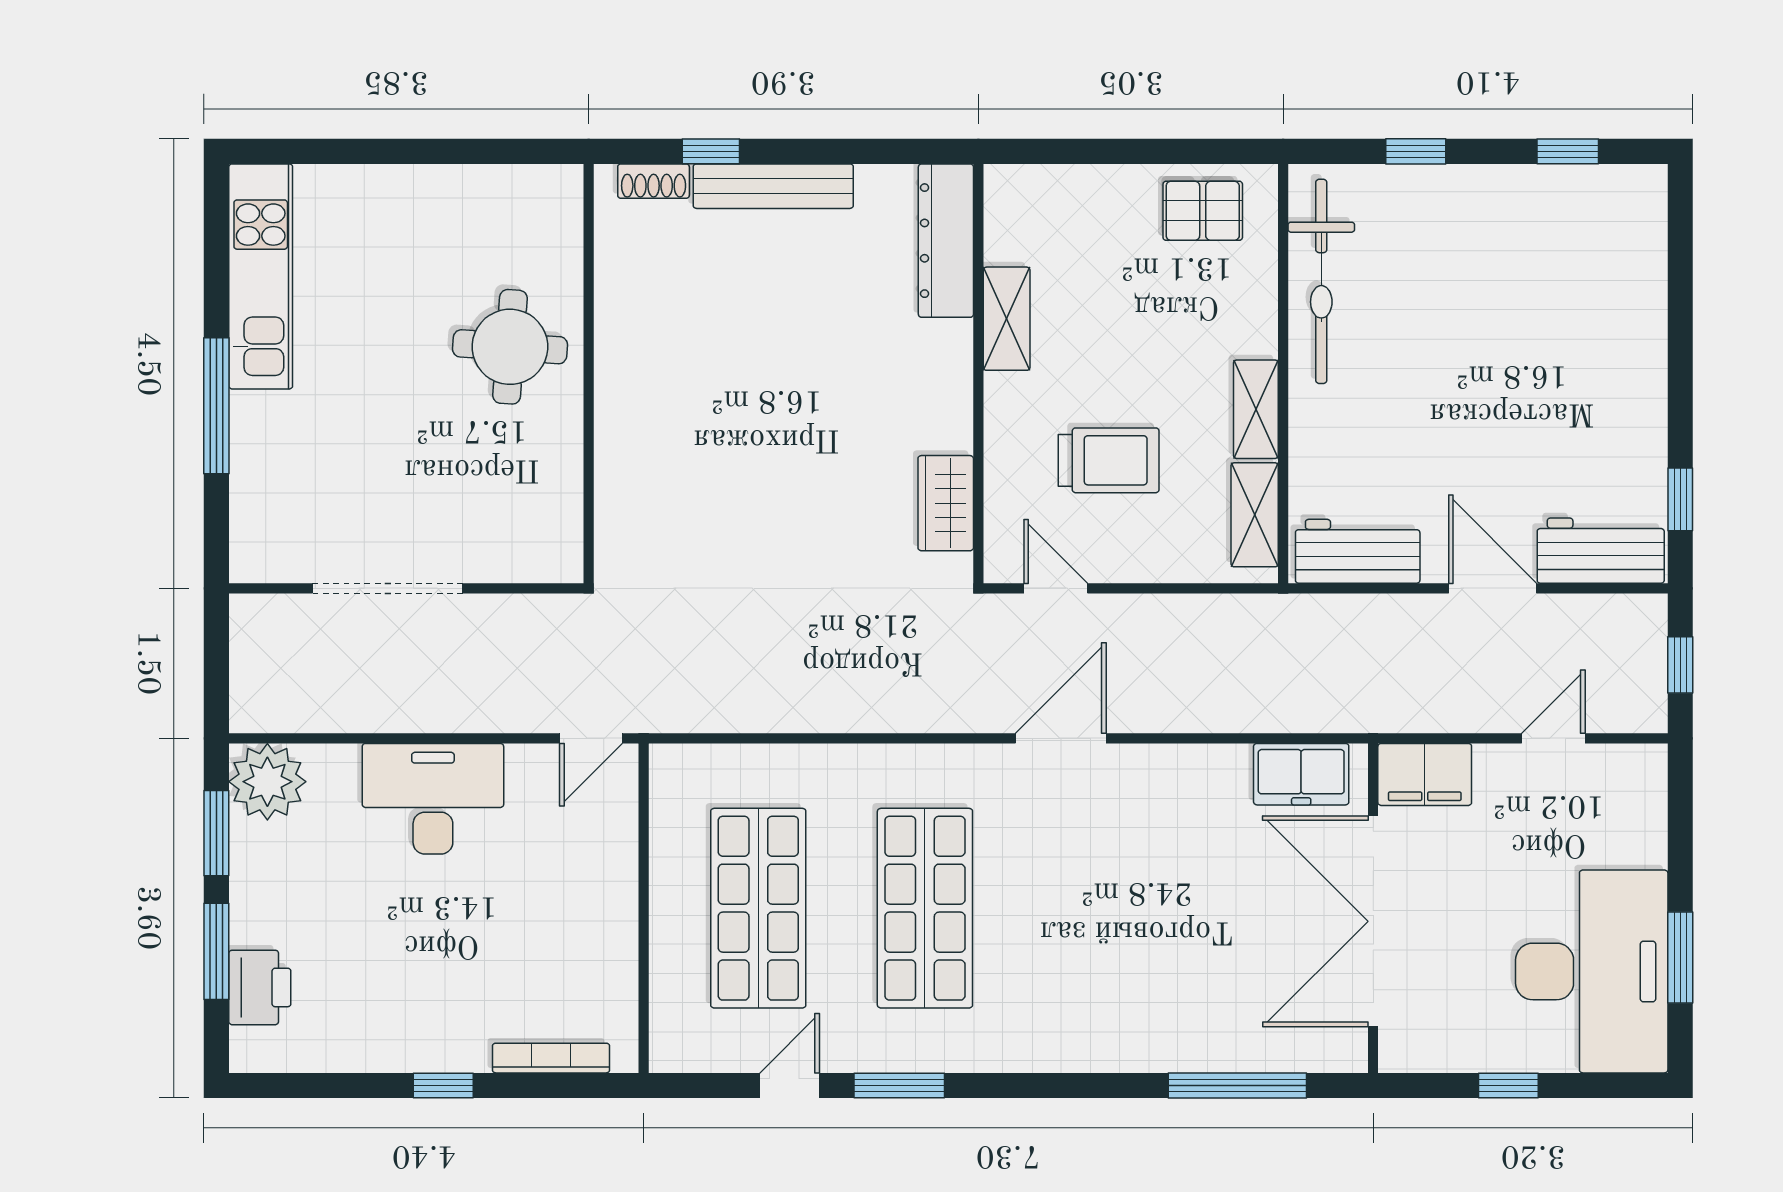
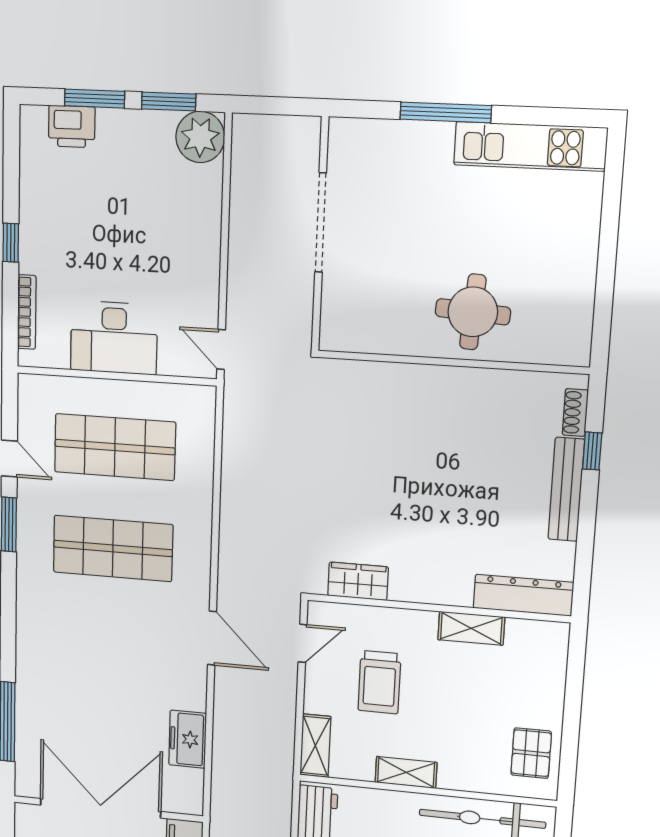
shelving: (1255, 515) -> (315, 746), moved, turned 90
freezer: (1301, 774) -> (188, 739), moved
desk: (433, 799) -> (114, 338), moved, turned 90

